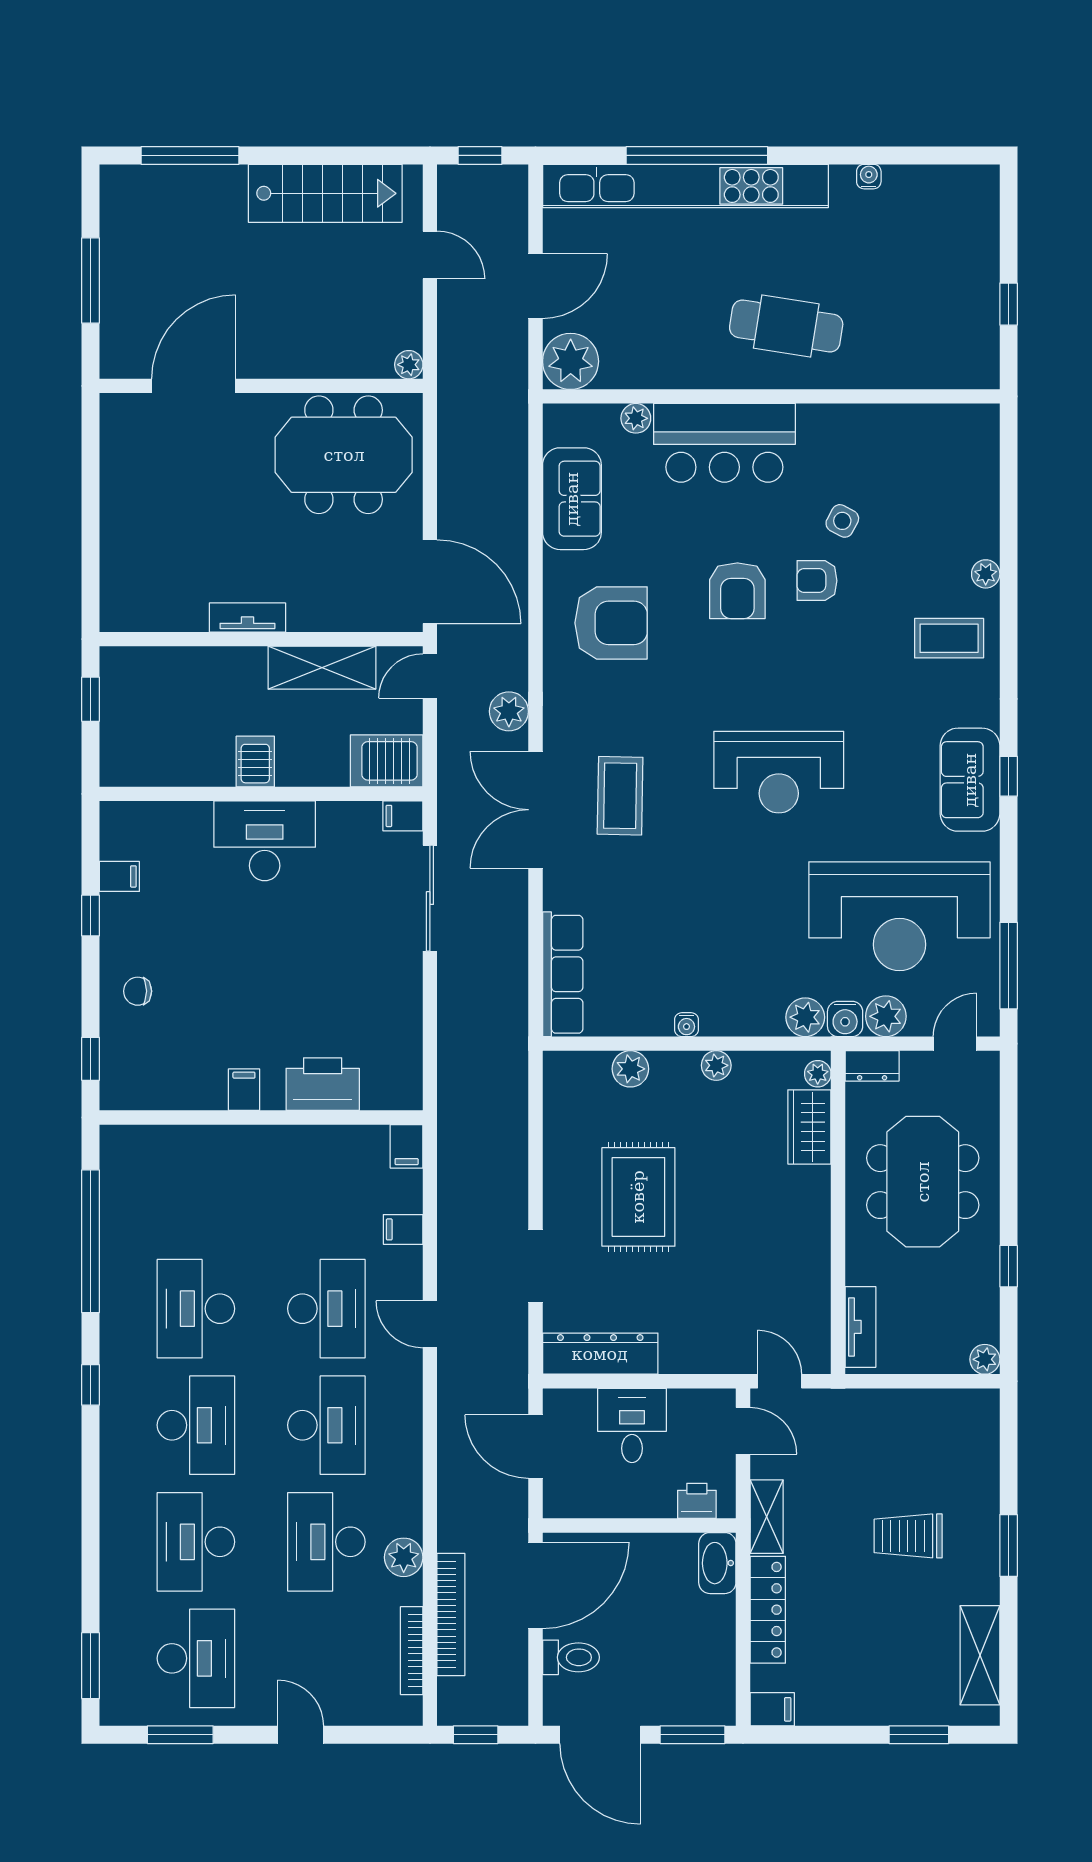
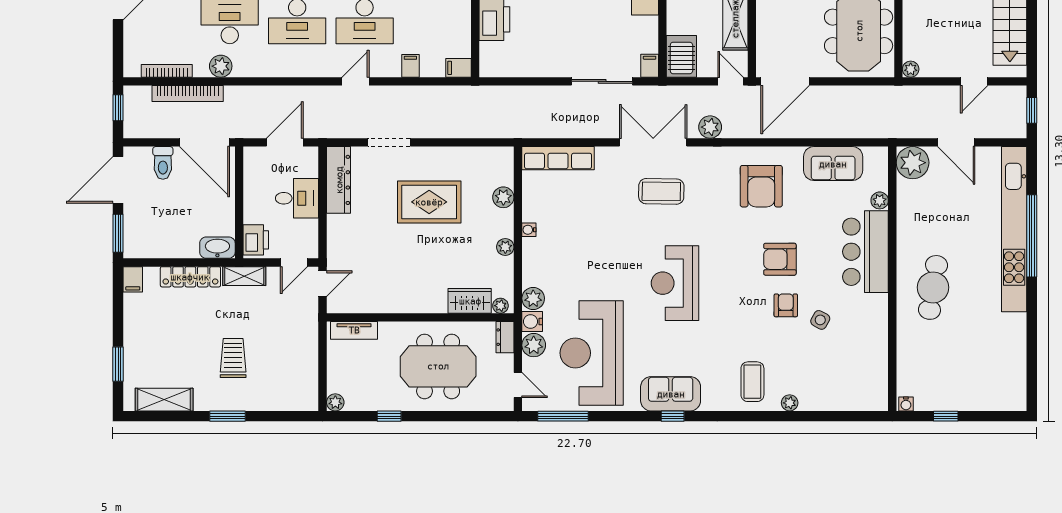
water cooler: (869, 177) -> (906, 404), moved, turned 90
printer: (697, 1501) -> (256, 240), width x1.36, depth x1.24

